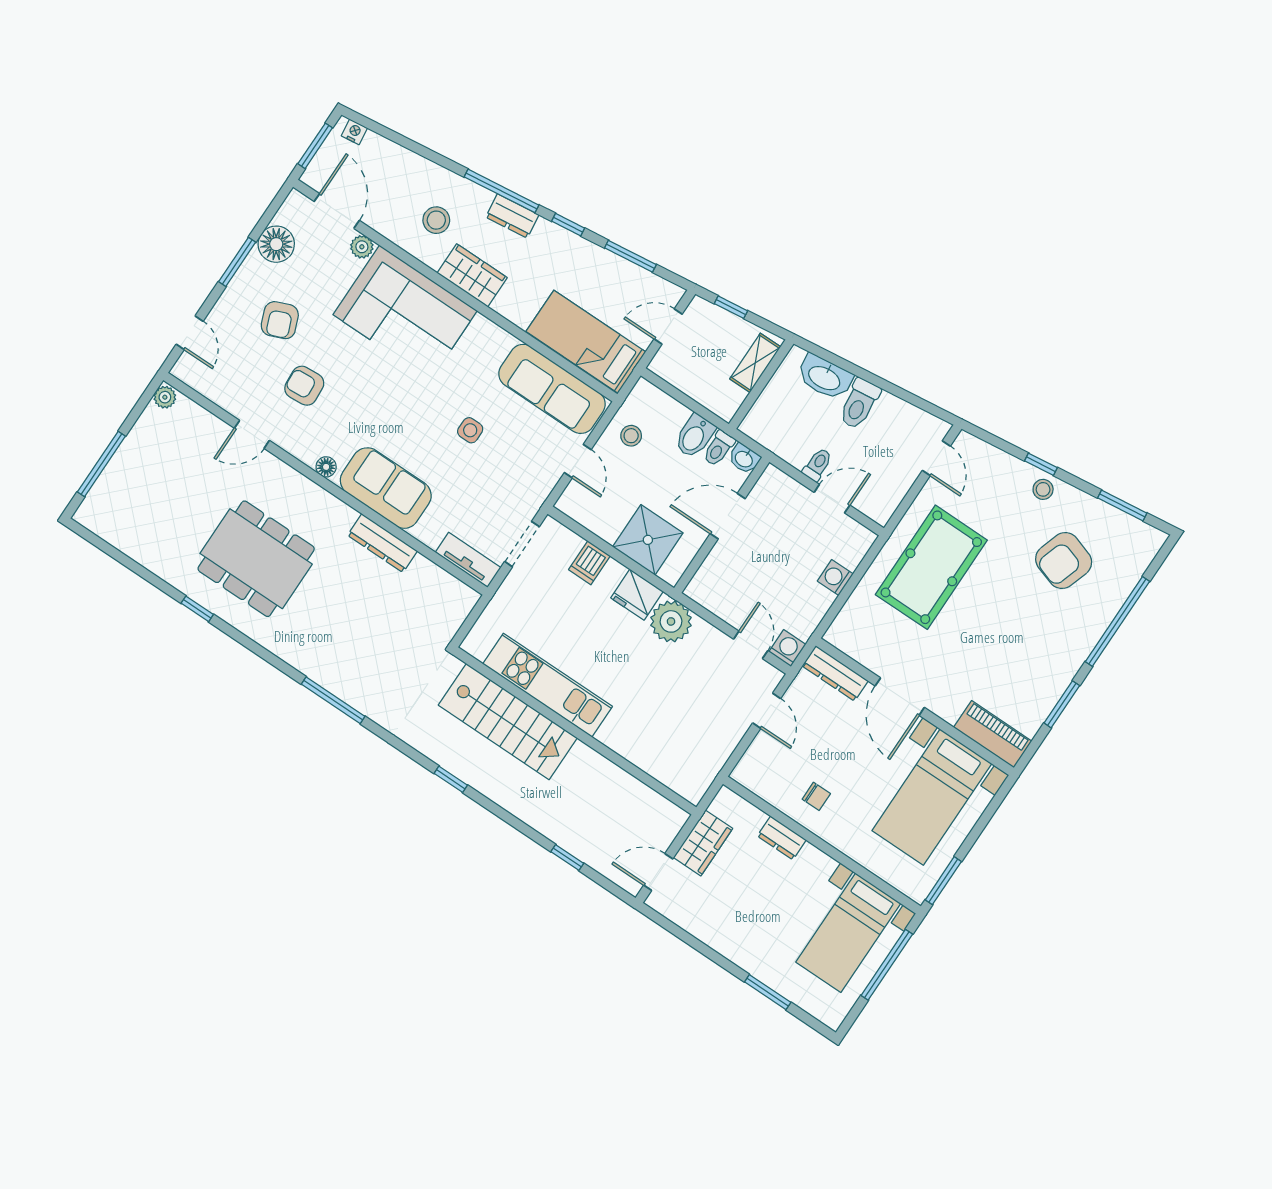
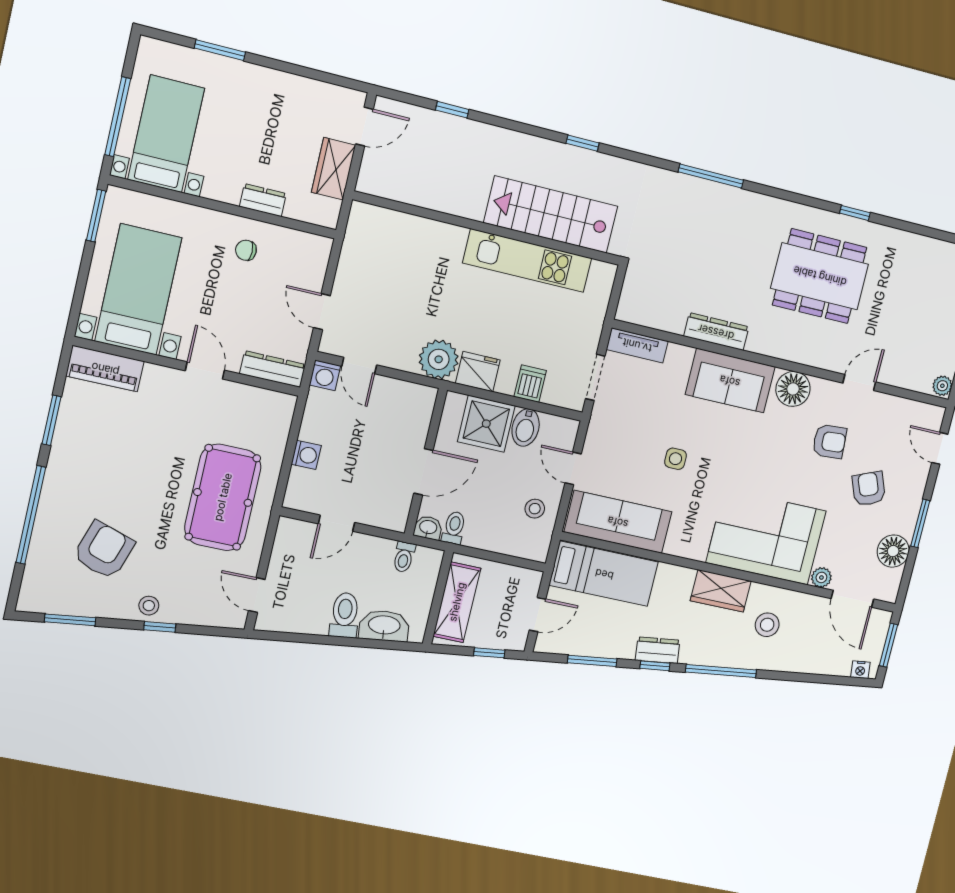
dresser: (512, 216) -> (658, 650), moved
shelving: (755, 363) -> (457, 602), width x1.50, depth x1.33
bidet: (695, 436) -> (526, 427), moved, turned 180
toilet: (818, 465) -> (404, 557), moved
floor lamp: (326, 467) -> (793, 389), width x1.89, depth x1.89
door: (900, 697) -> (205, 370), width x0.73

